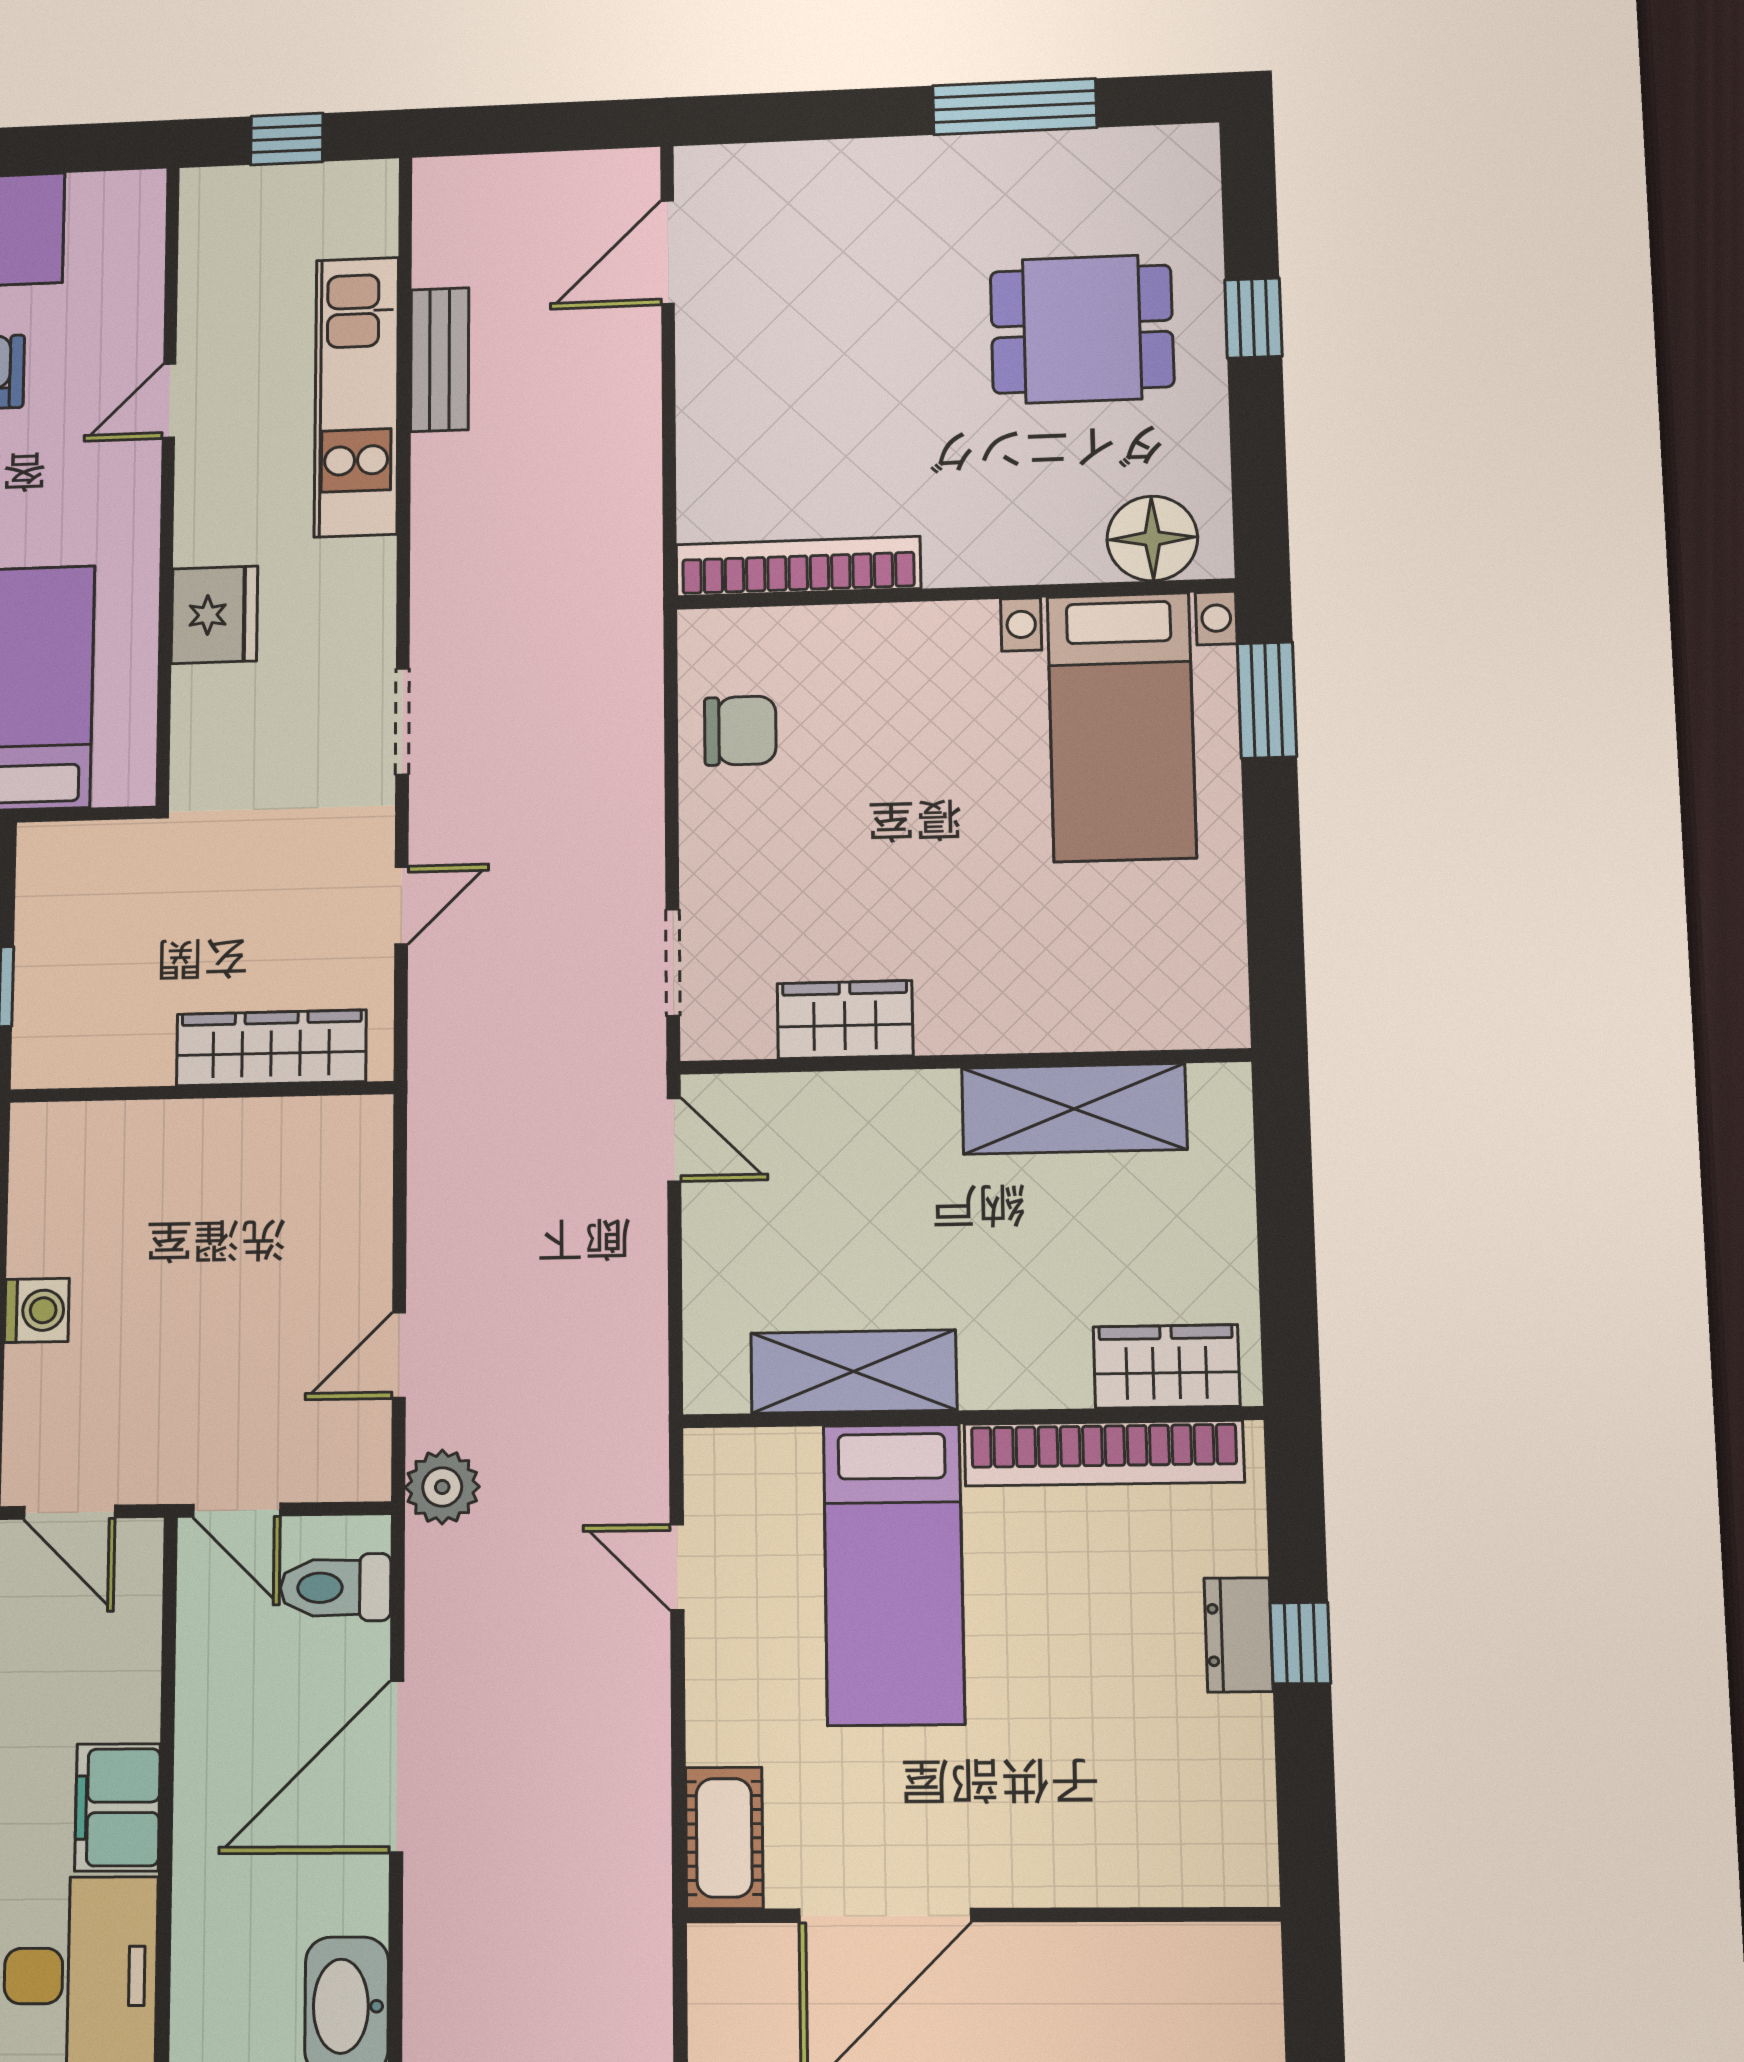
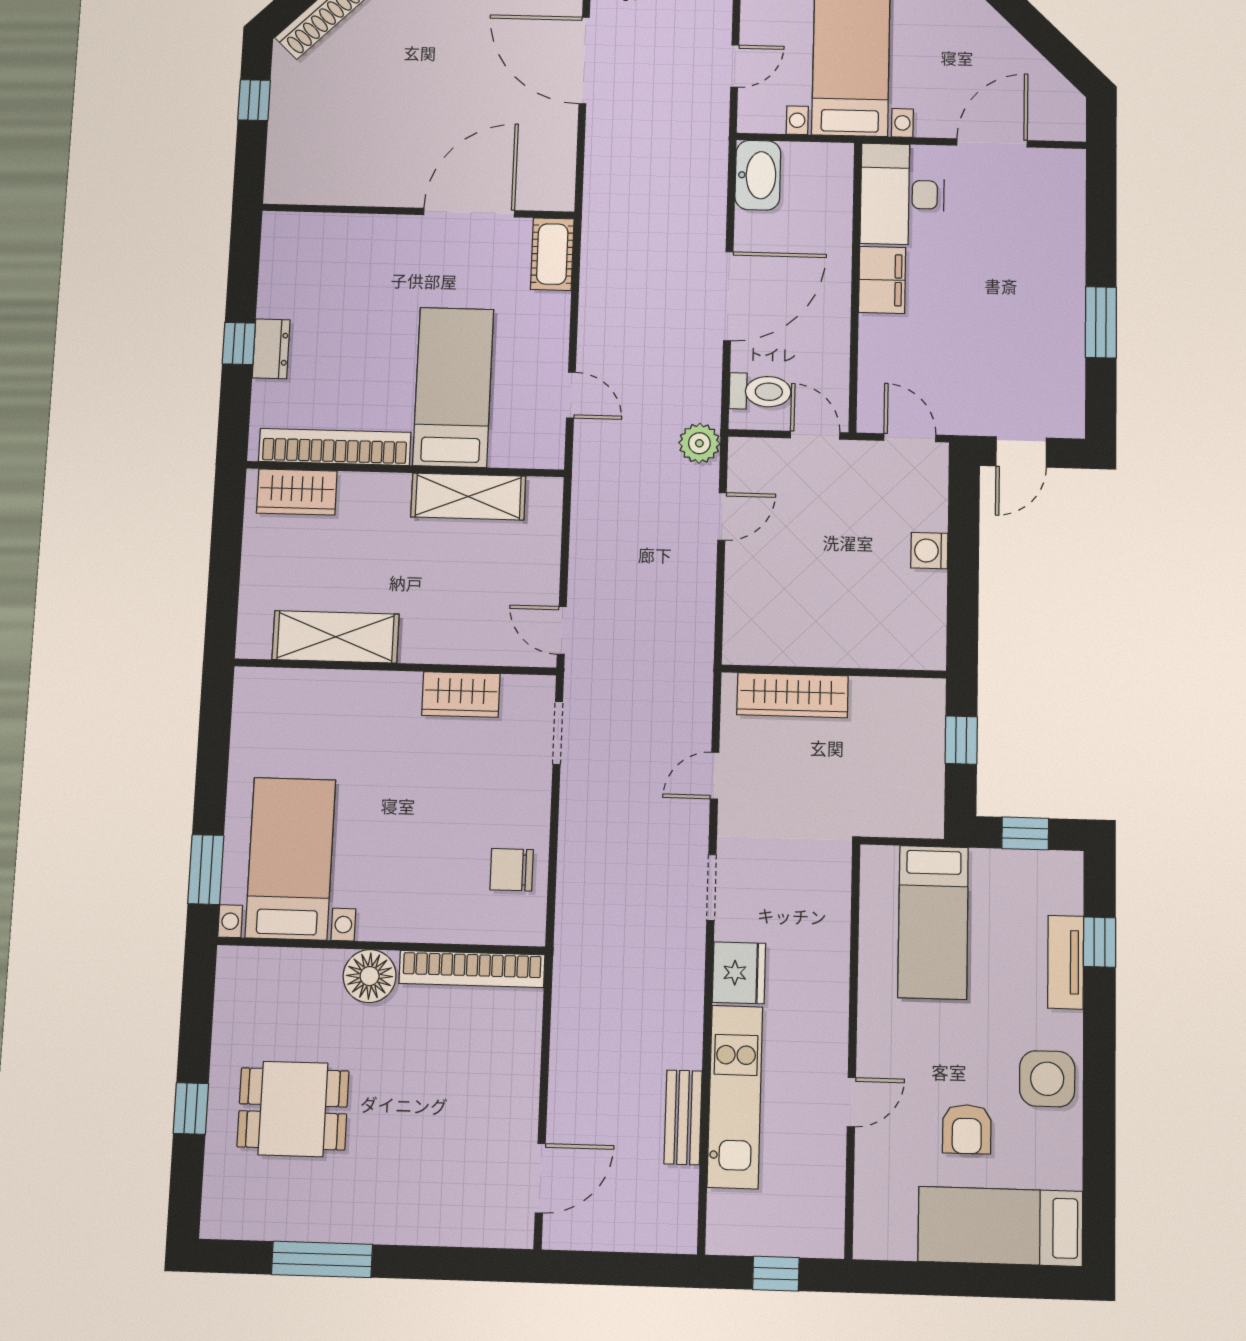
floor lamp: (1152, 538) -> (370, 976), moved
fridge: (214, 615) -> (739, 973), moved, turned 180

